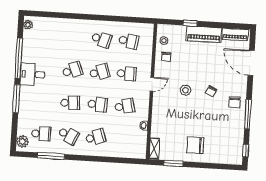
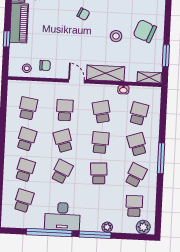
plant: (28, 25) -> (107, 227), moved
school desk: (47, 36) -> (23, 201), added
school desk: (74, 38) -> (25, 170), added
school desk: (72, 70) -> (62, 172), turned 45
desk: (33, 74) -> (62, 216), width x1.37
stool: (186, 90) -> (116, 36), moved
shelving: (159, 110) -> (106, 73), added
school desk: (123, 139) -> (139, 114), added
chair: (195, 145) -> (145, 31), turned 112
window: (51, 156) -> (161, 158), moved

